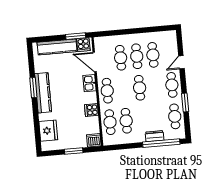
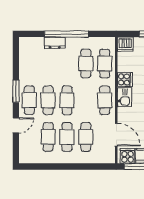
kitchen sink: (89, 83) -> (124, 97), moved
window: (185, 103) -> (16, 91), moved
cafe table: (175, 116) -> (48, 100), moved
window: (161, 143) -> (66, 34), moved

